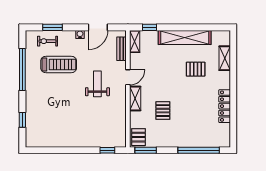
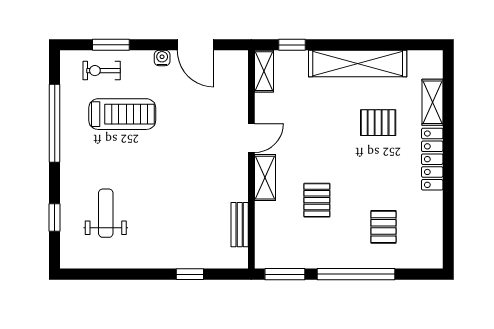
door: (98, 27) -> (196, 45), hinge flipped
bench: (122, 49) -> (240, 225), moved
weight bench: (97, 84) -> (106, 213), moved
locker: (225, 106) -> (432, 159), moved
pallet: (138, 137) -> (383, 227), moved
window: (107, 150) -> (190, 274), moved
window: (199, 150) -> (356, 274), moved

